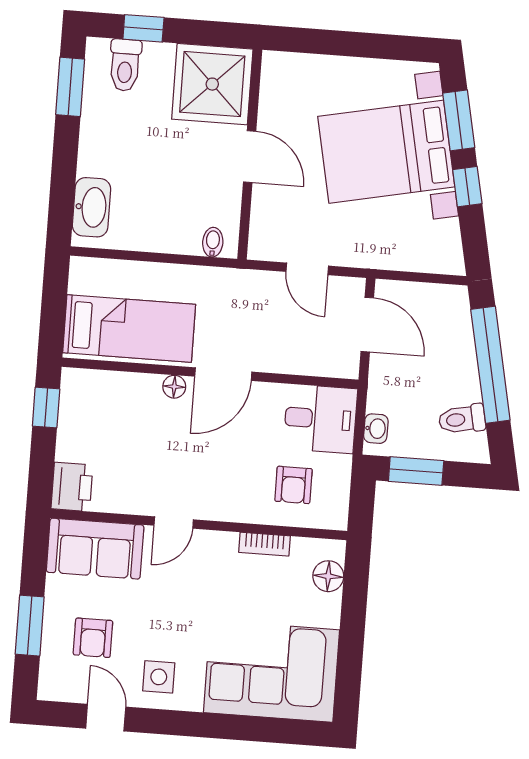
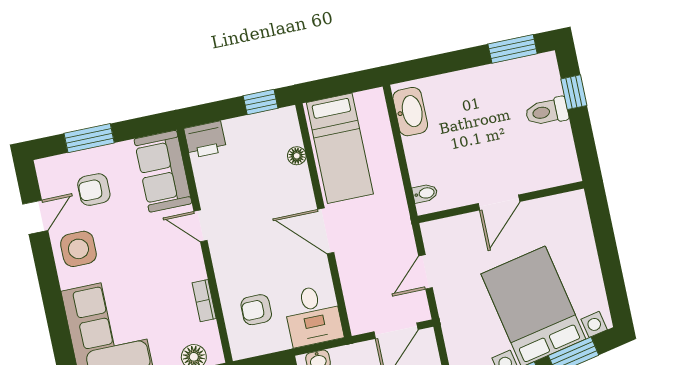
toilet: (125, 65) -> (547, 112), moved
shower: (212, 84) -> (546, 158), removed
washbasin: (91, 207) -> (410, 112), moved, turned -90
floor lamp: (174, 387) -> (297, 156), moved
side table: (159, 677) -> (78, 249), width x1.37, depth x1.37

